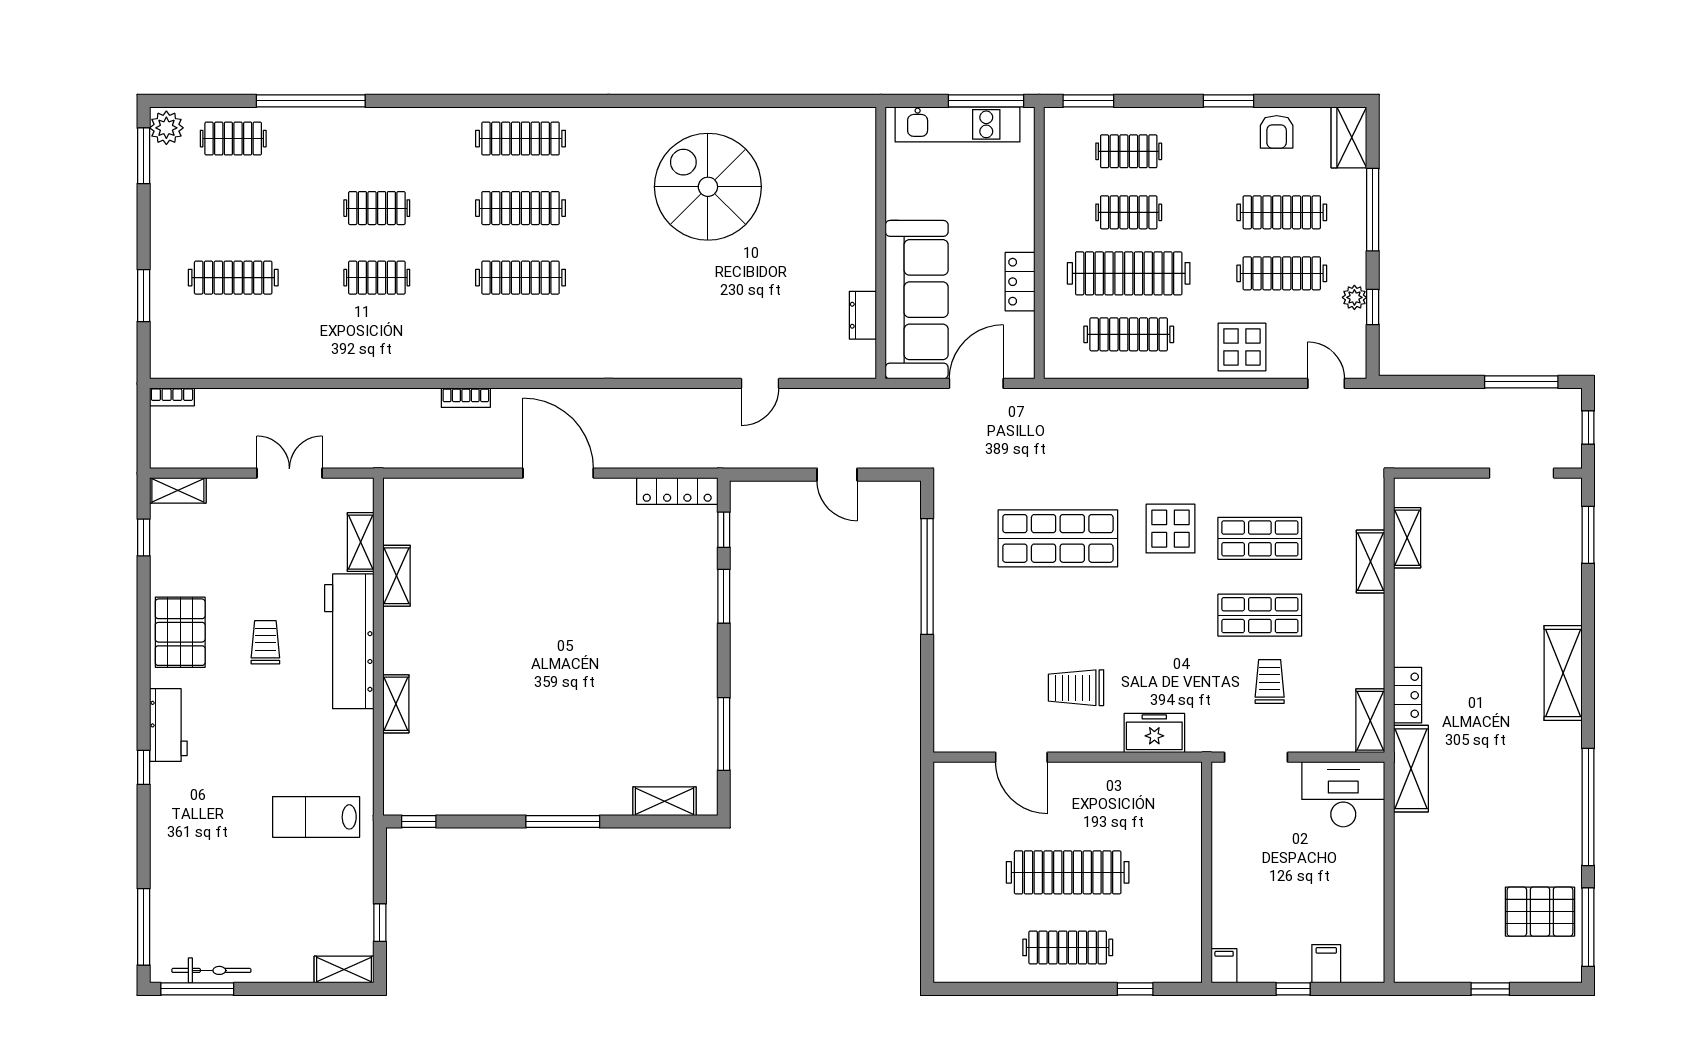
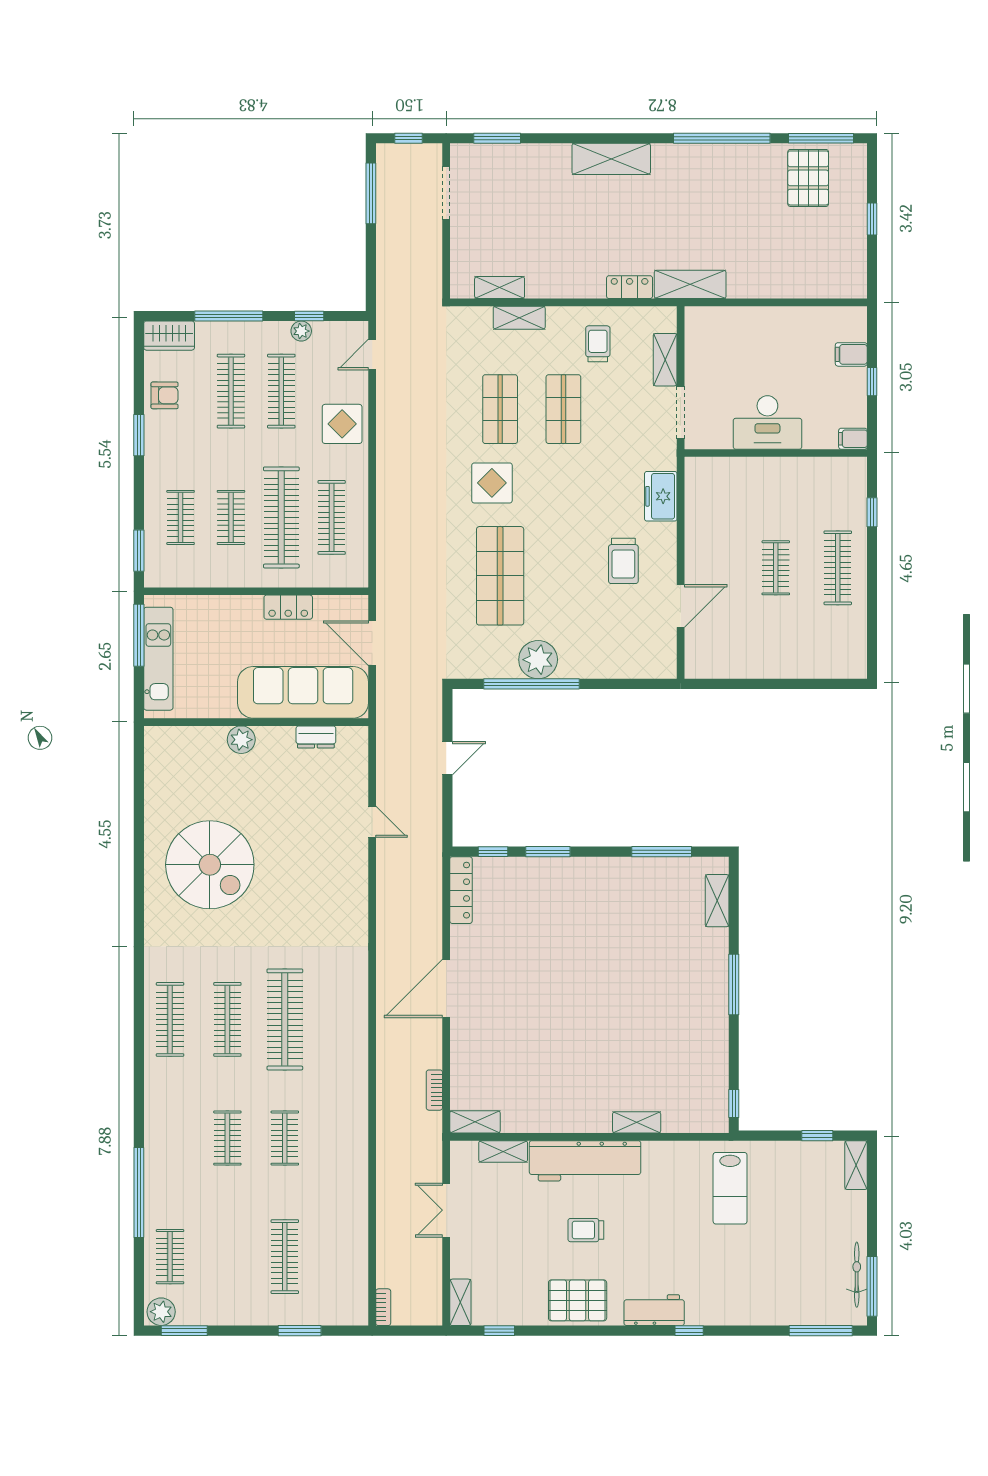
spiral stairs: (708, 187) -> (210, 865), turned -90
plant: (859, 225) -> (241, 740), added
clothes rail: (521, 278) -> (285, 1019), width x1.37, depth x1.31
bookcase: (466, 398) -> (434, 1090), moved, turned 180
shelving: (396, 576) -> (475, 1122), moved
plant: (956, 584) -> (538, 660), added
trolley: (1270, 681) -> (598, 344), moved, turned 90
shelving: (1370, 721) -> (665, 360), moved, turned 90
desk: (1343, 794) -> (767, 422), moved, turned -90
clothes rail: (1068, 872) -> (776, 568), width x0.54, depth x0.76

